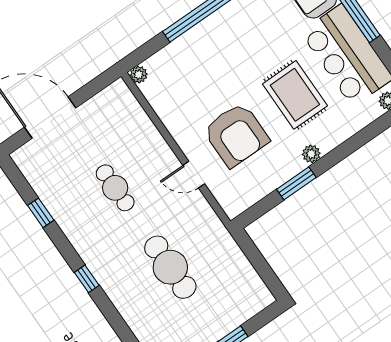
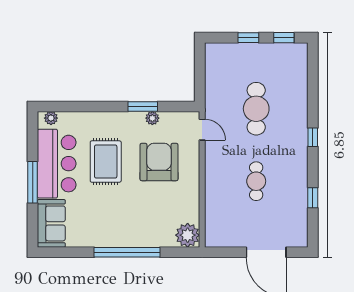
plant: (139, 75) -> (188, 235), width x1.87, depth x1.87
plant: (311, 154) -> (152, 118), moved
door: (194, 175) -> (202, 130), moved

